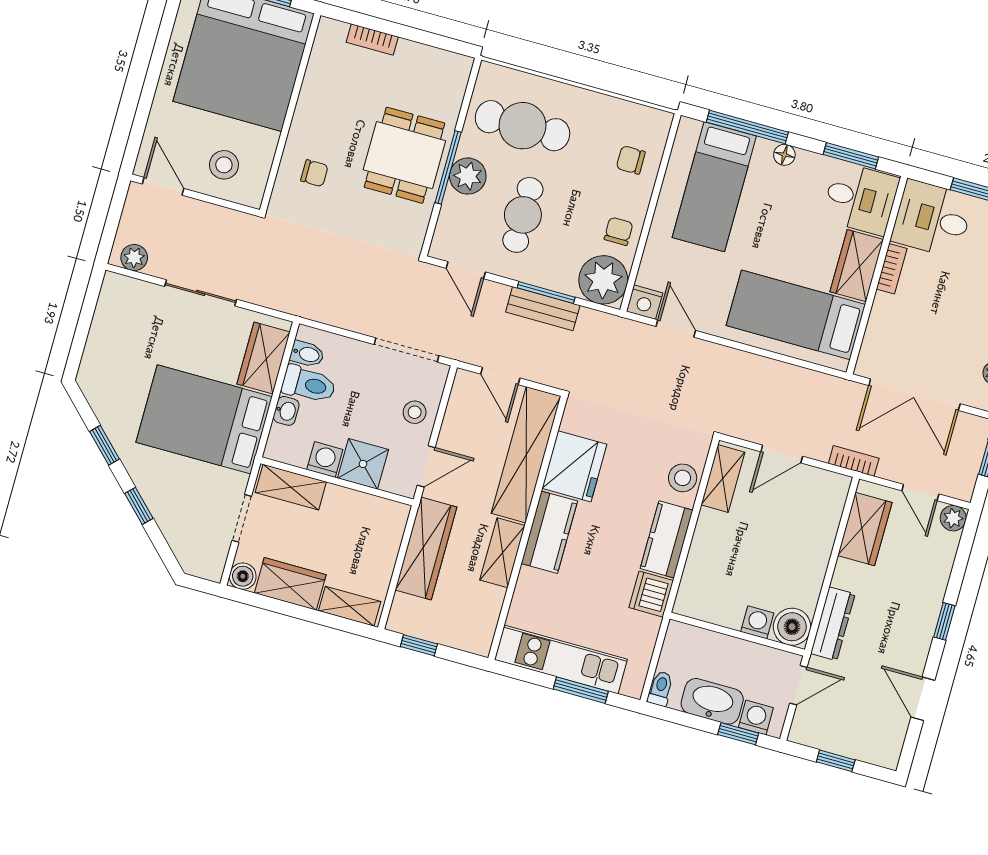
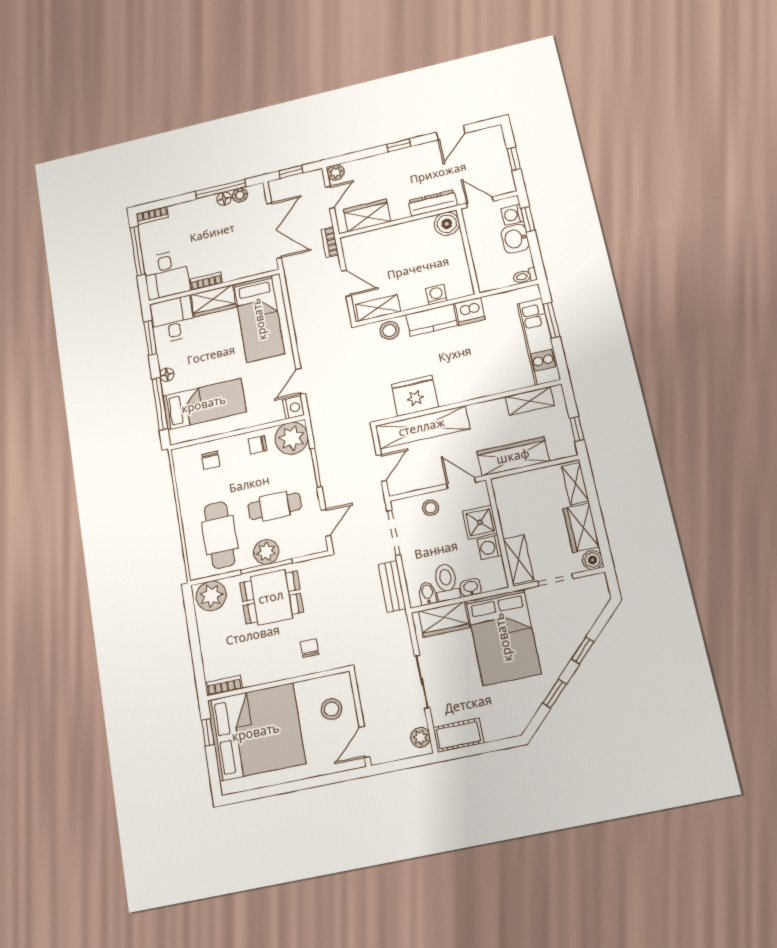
bookcase: (372, 40) -> (224, 685), moved, turned -90
plant: (447, 78) -> (211, 596), added
cot: (114, 305) -> (458, 735), added
bench: (543, 309) -> (392, 587), moved
kitchen counter: (549, 532) -> (463, 389), removed
shelving: (502, 553) -> (530, 401), moved
washing machine: (757, 622) -> (436, 295), moved, turned 90
washbasin: (712, 701) -> (515, 239), width x0.72

